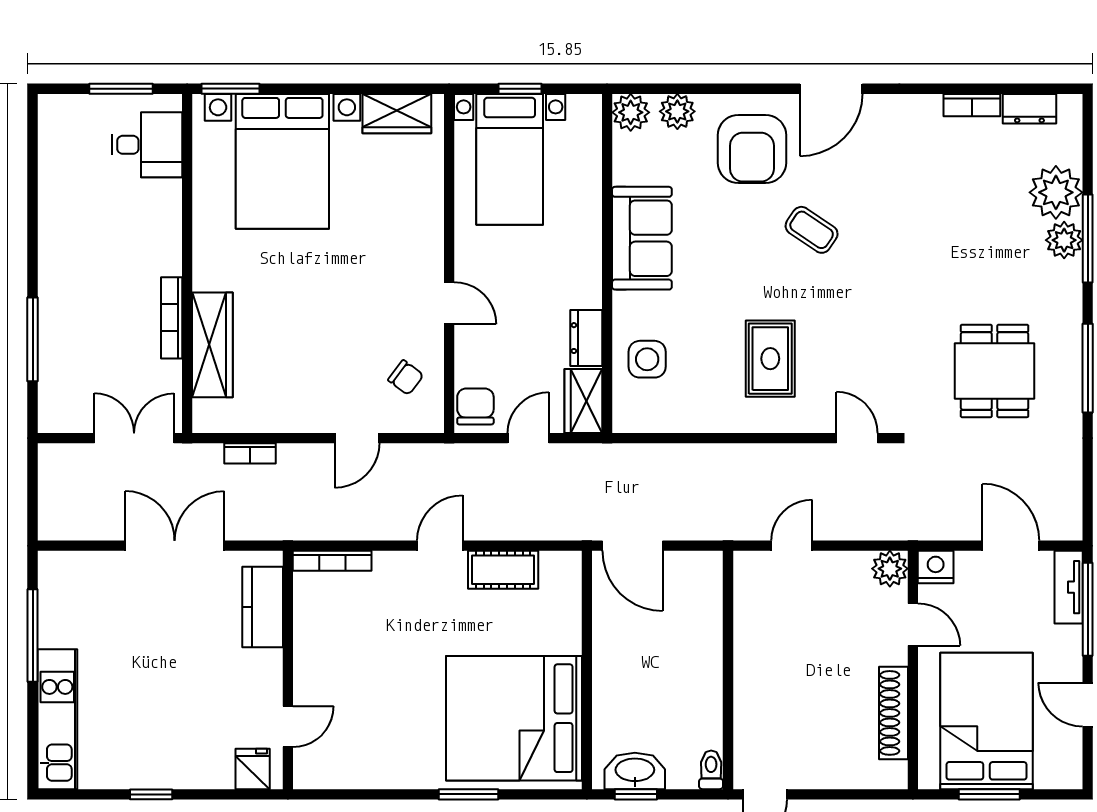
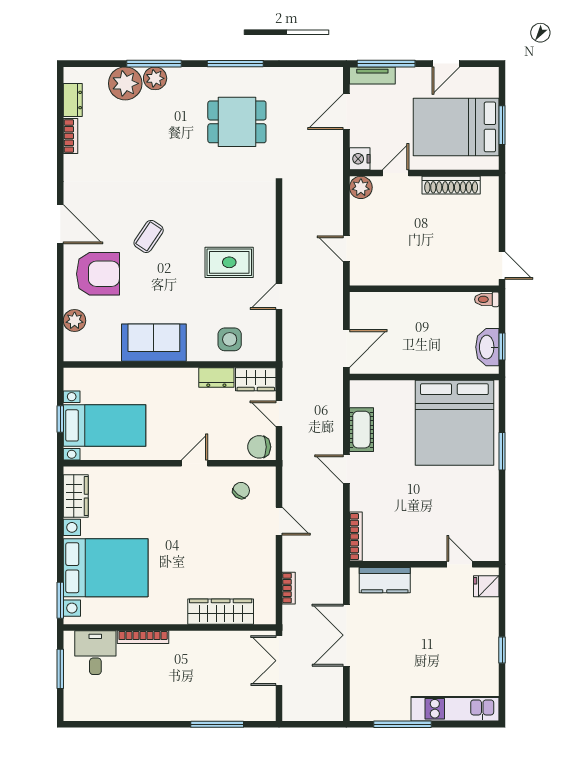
plant: (631, 112) -> (75, 350), removed
bookcase: (172, 318) -> (143, 637), moved
door: (857, 438) -> (279, 297), moved

